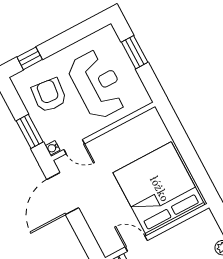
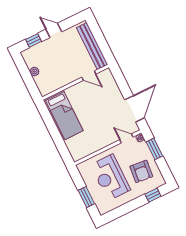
bed: (159, 189) -> (64, 115), width x0.49

